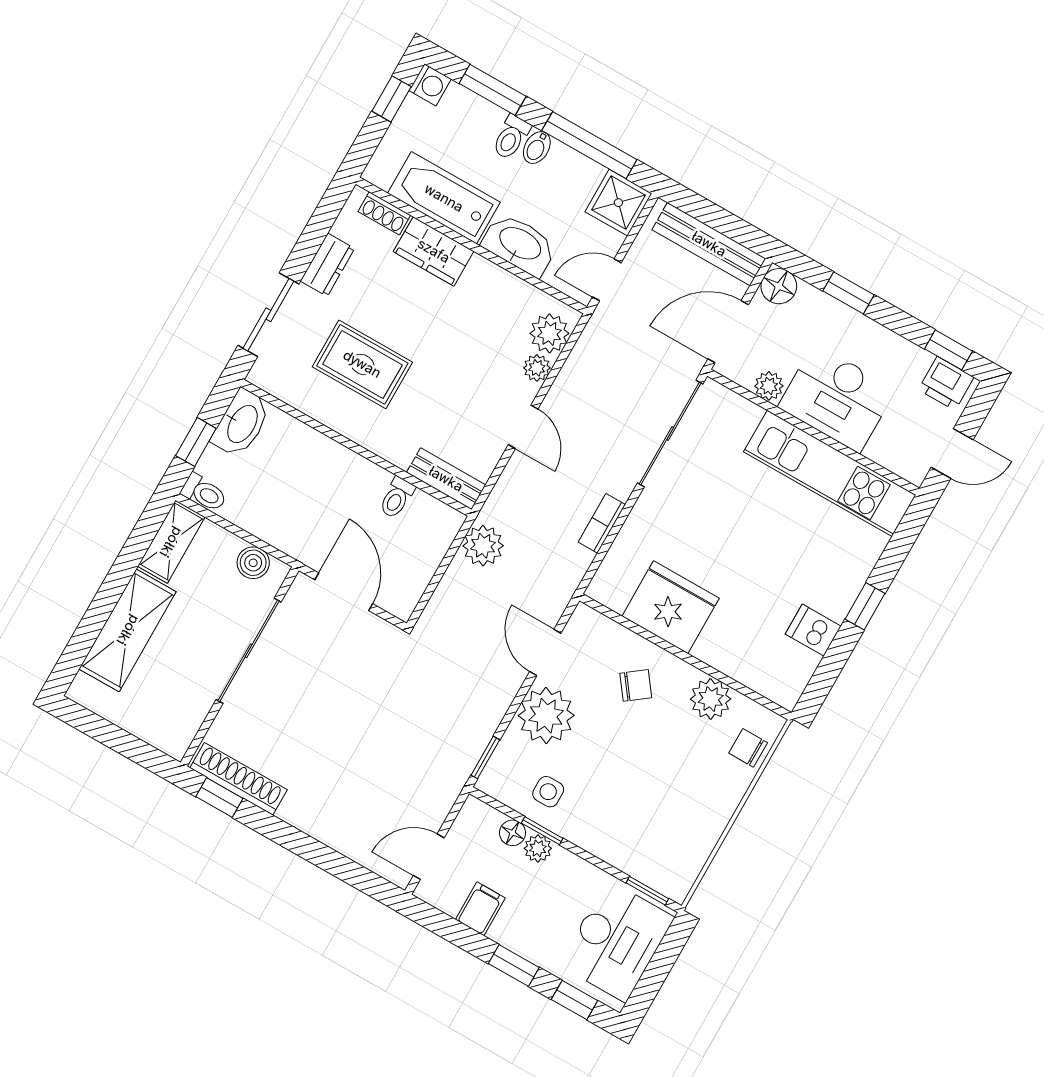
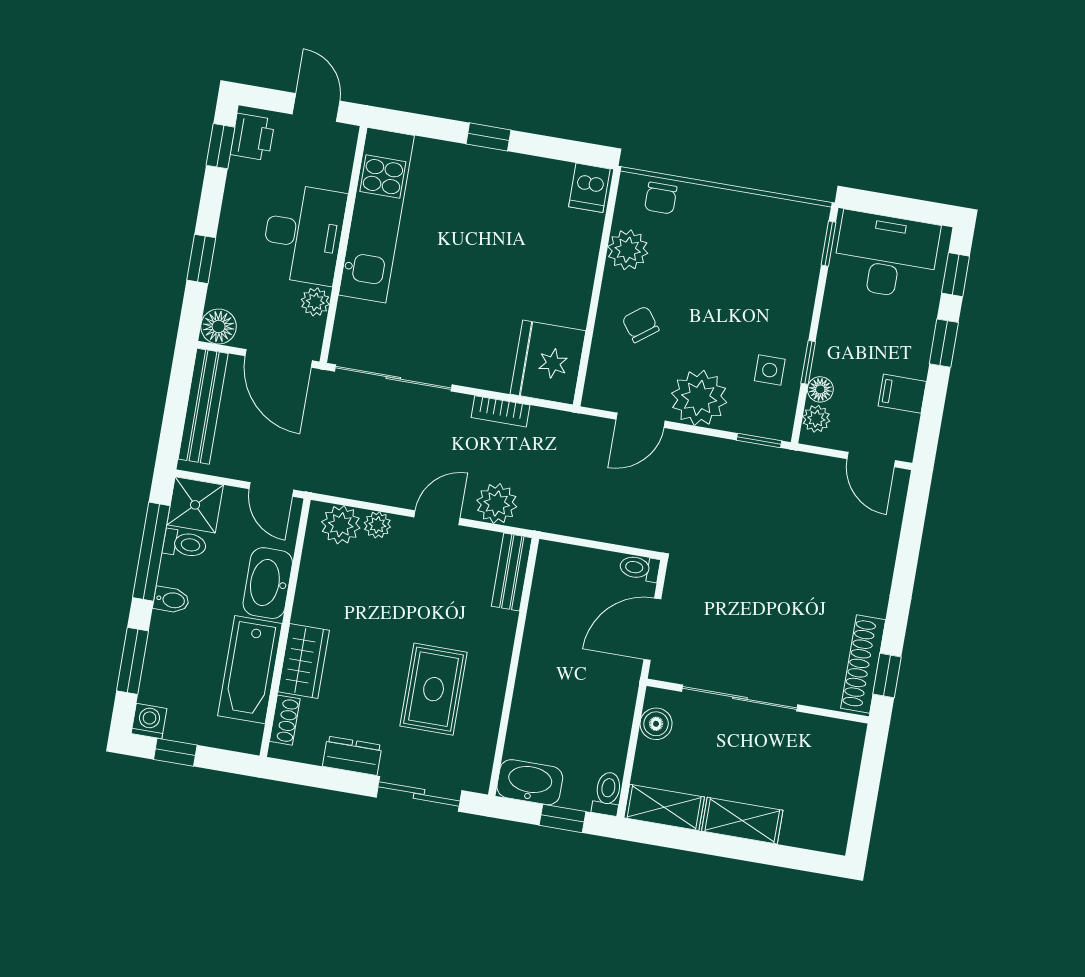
toilet: (511, 137) -> (185, 544), moved
toilet: (397, 498) -> (640, 568), moved, turned 180
plant: (483, 546) -> (497, 504), moved
fridge: (671, 607) -> (548, 362), moved
shelving: (128, 630) -> (742, 821), width x0.67, depth x0.75
dishwasher: (813, 630) -> (589, 188), moved
plant: (538, 848) -> (816, 419), moved

